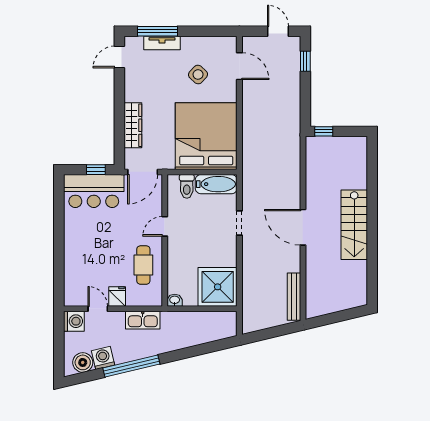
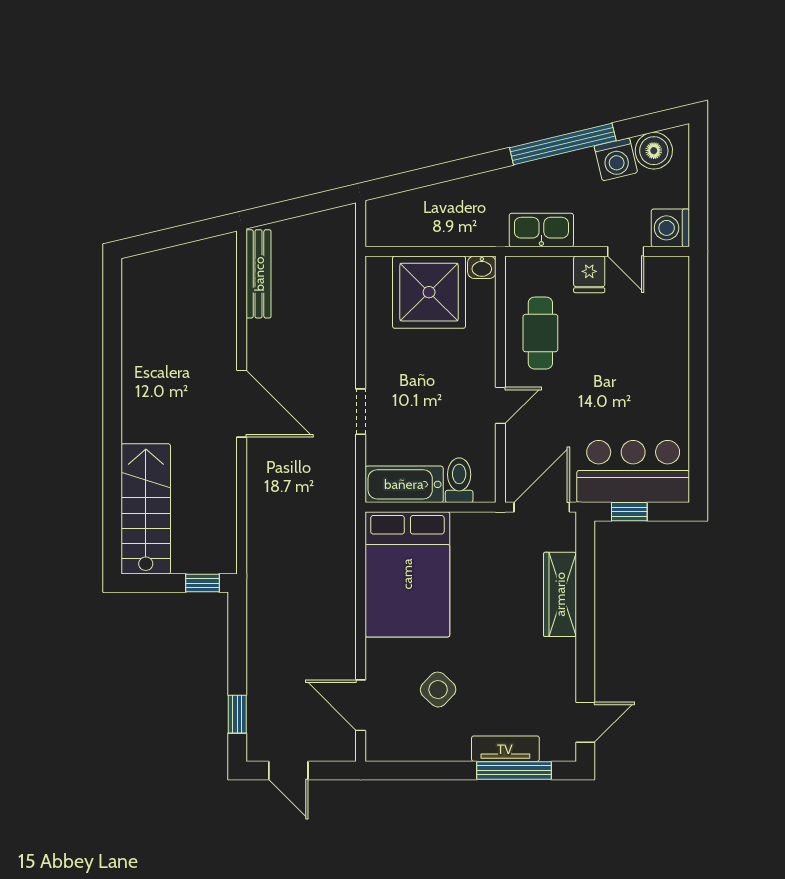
bed: (206, 136) -> (407, 574), width x0.73
stairs: (354, 225) -> (146, 509), moved
shower: (218, 287) -> (429, 292), moved

